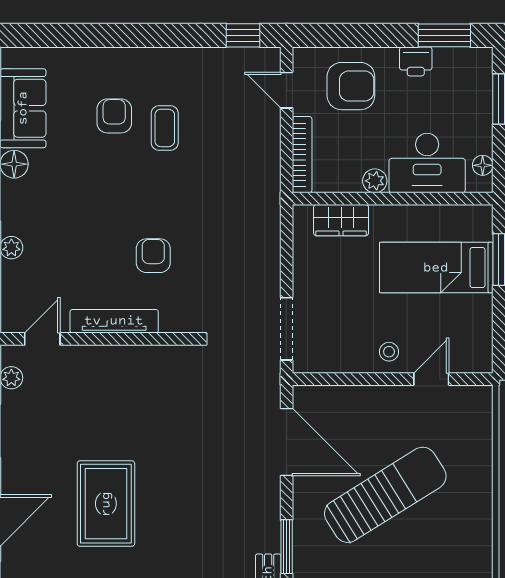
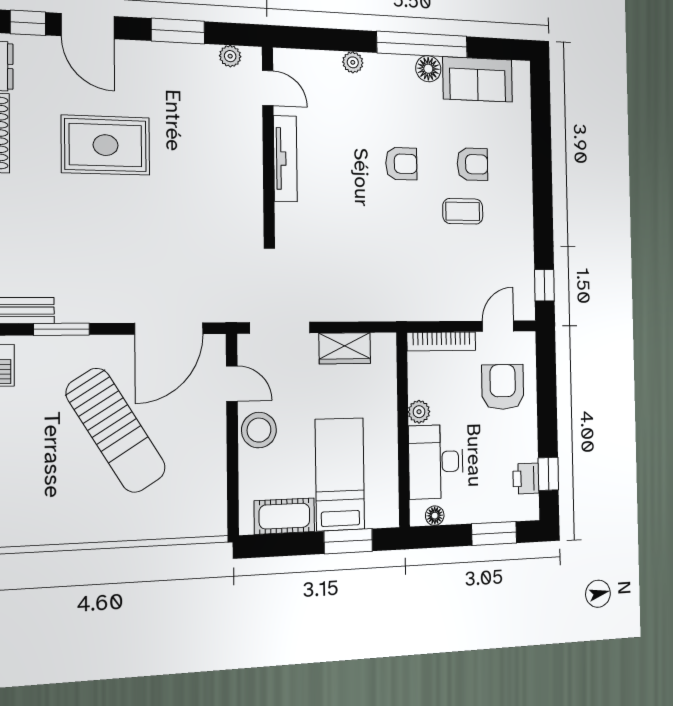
window: (444, 35) -> (548, 474), width x0.67
printer: (416, 61) -> (526, 479), moved
armchair: (351, 86) -> (503, 387), turned 180
wardrobe: (341, 220) -> (345, 348), moved, turned -90
armchair: (153, 256) -> (401, 164), moved
cot: (476, 326) -> (284, 516), added
stool: (389, 352) -> (259, 430), width x1.89, depth x1.89
door: (431, 379) -> (232, 384), moved

